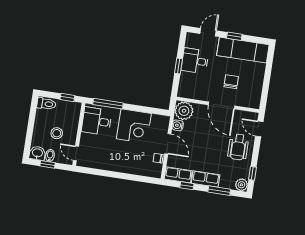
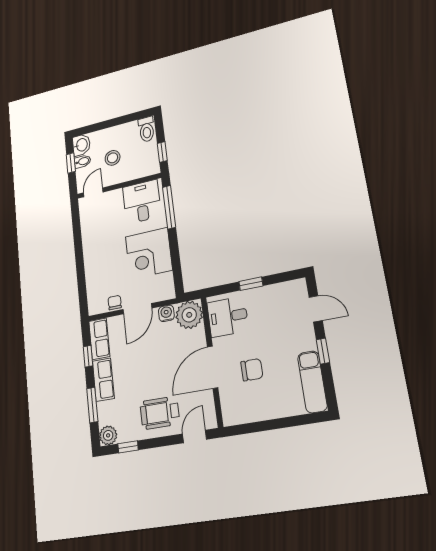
exam couch: (243, 50) -> (312, 382), width x0.73, depth x0.69
desk: (195, 61) -> (228, 317), moved, turned -90

